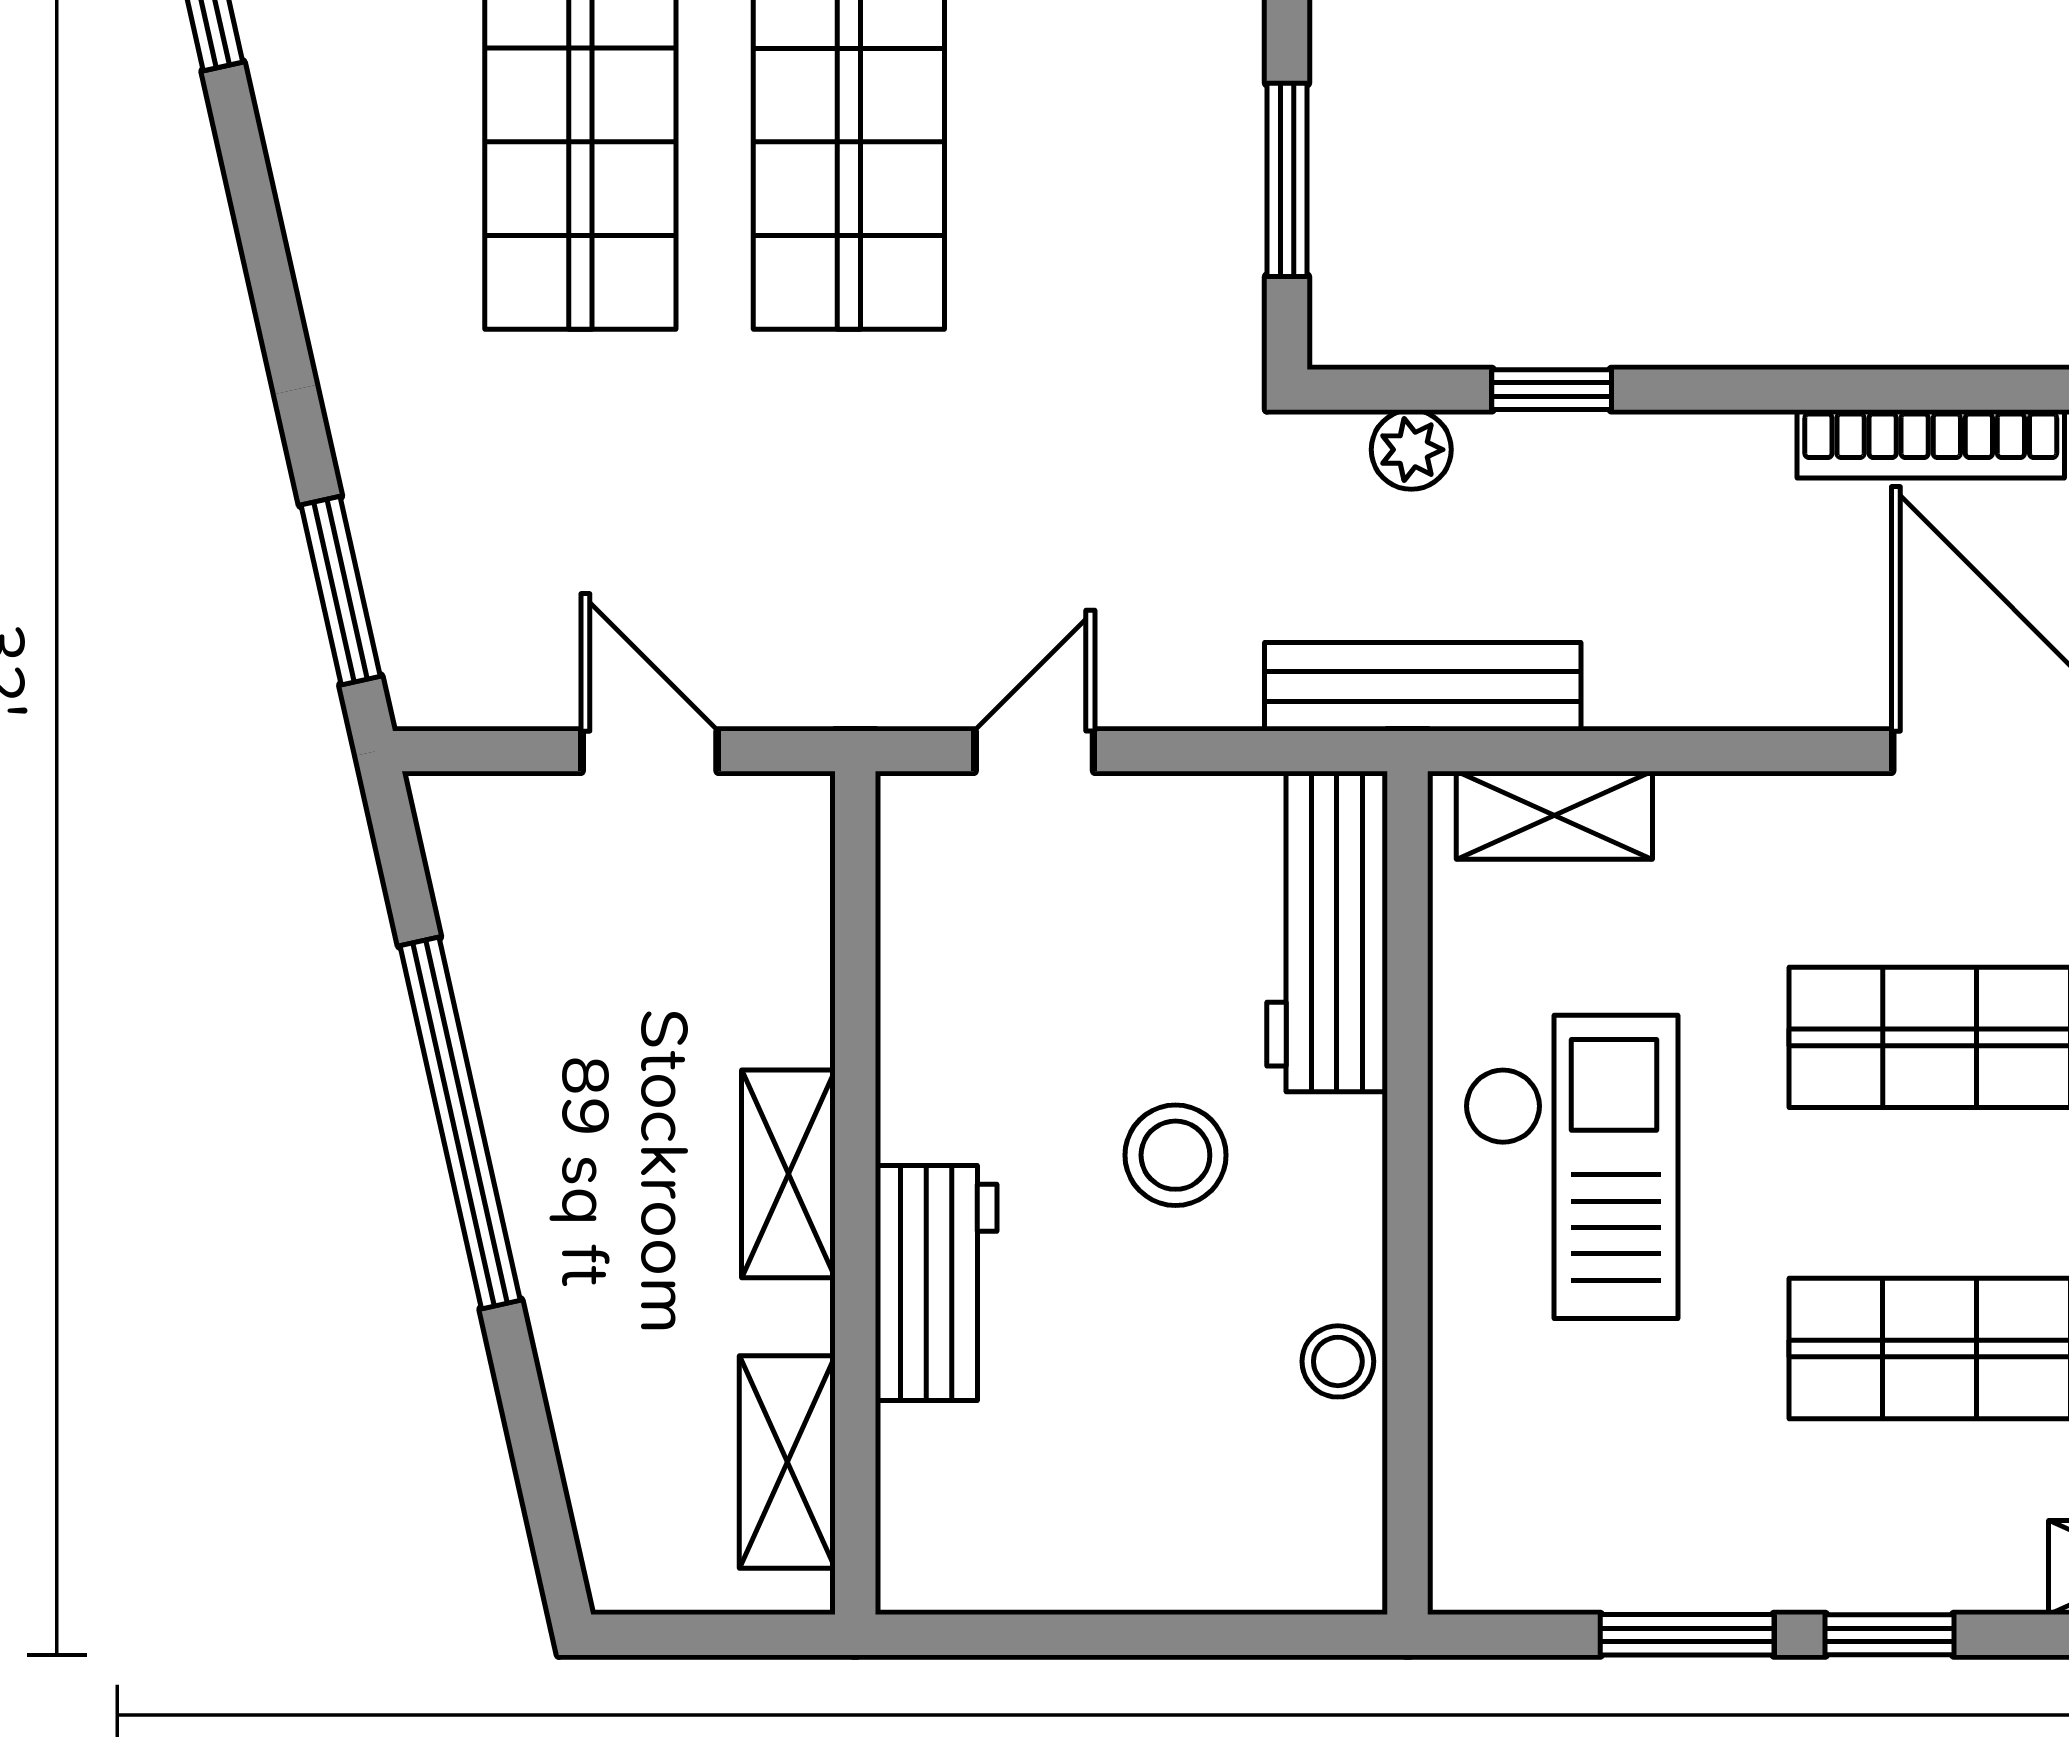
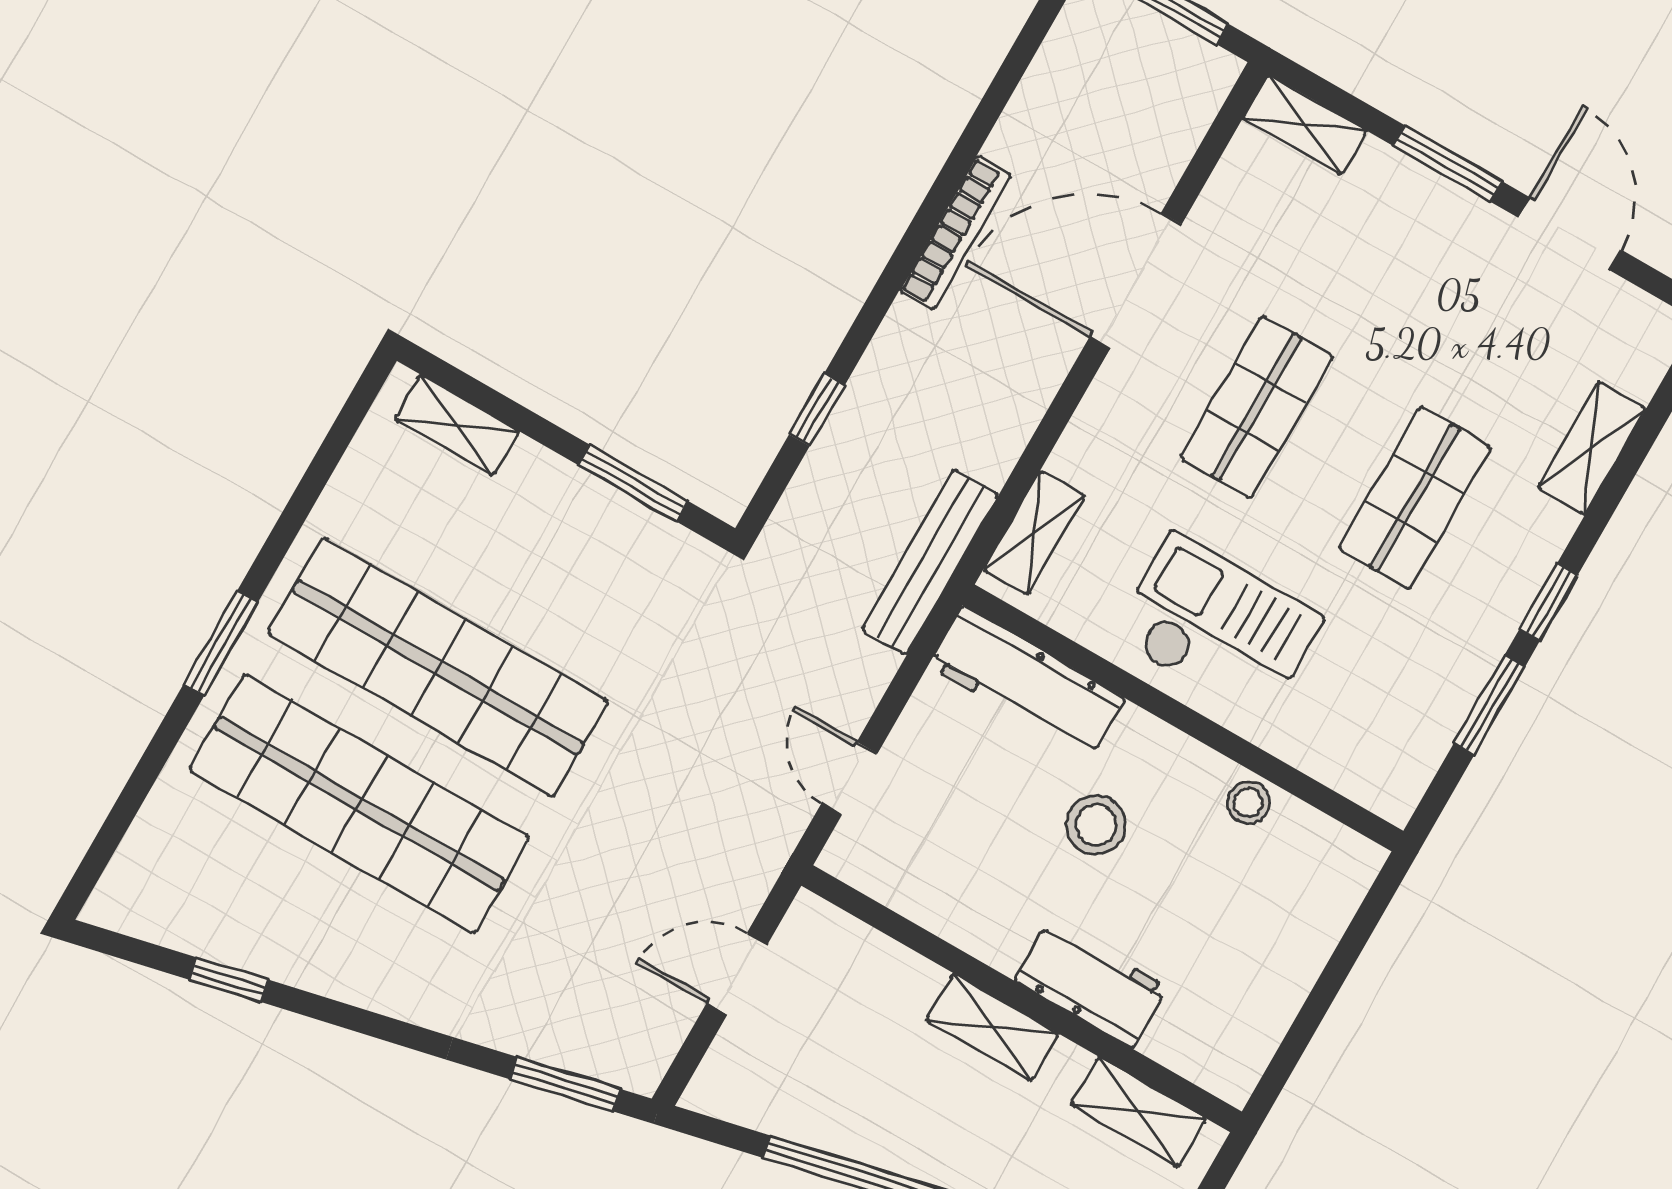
plant: (1411, 450) -> (806, 499), removed

